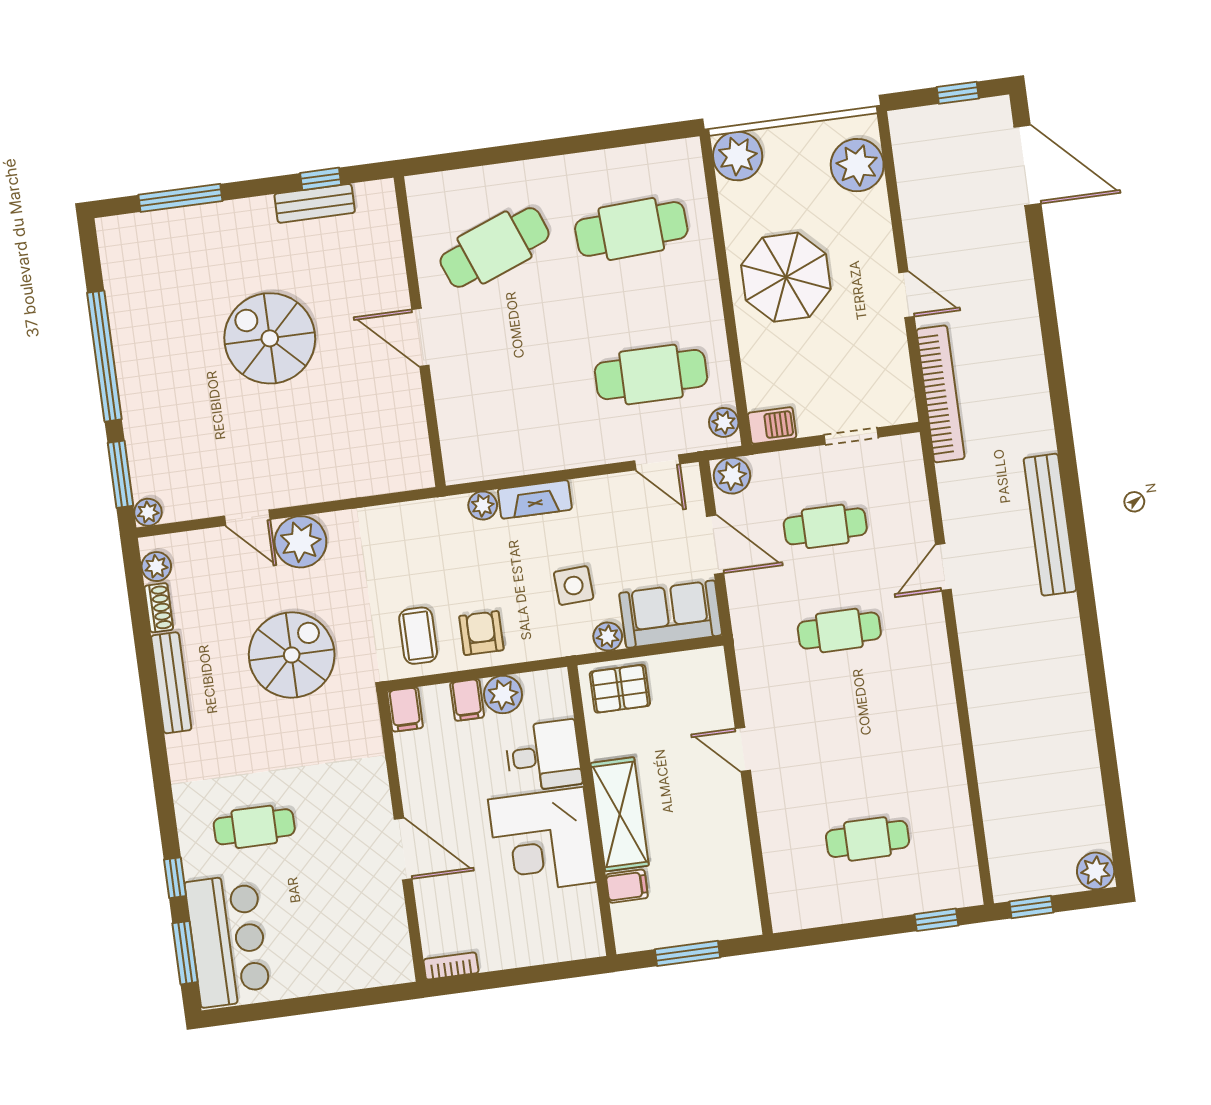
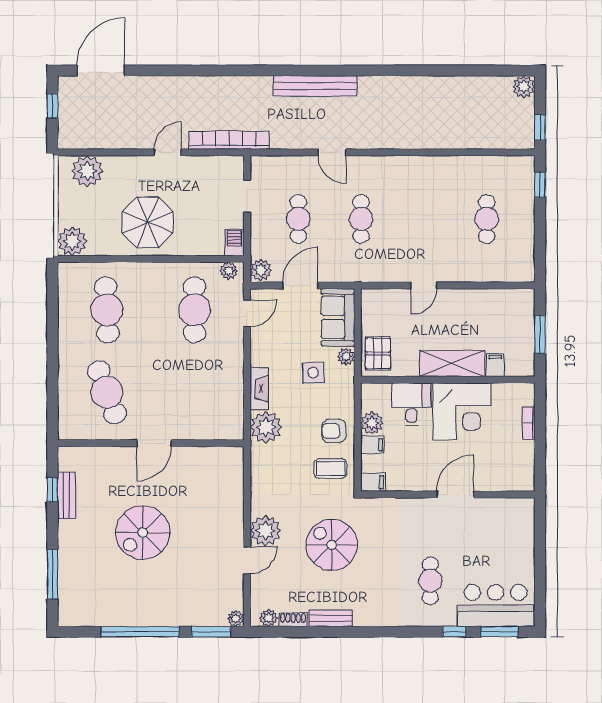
plant: (483, 505) -> (266, 427), width x1.88, depth x1.88
bench: (171, 683) -> (331, 618), width x0.73
bookcase: (451, 966) -> (528, 423), moved

